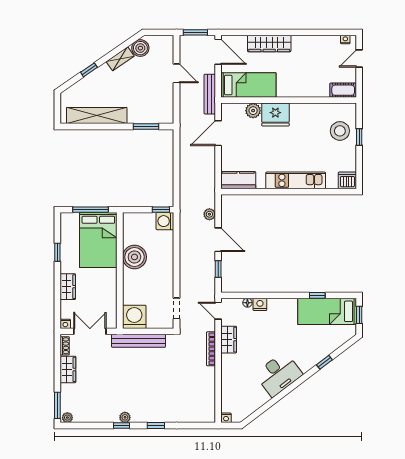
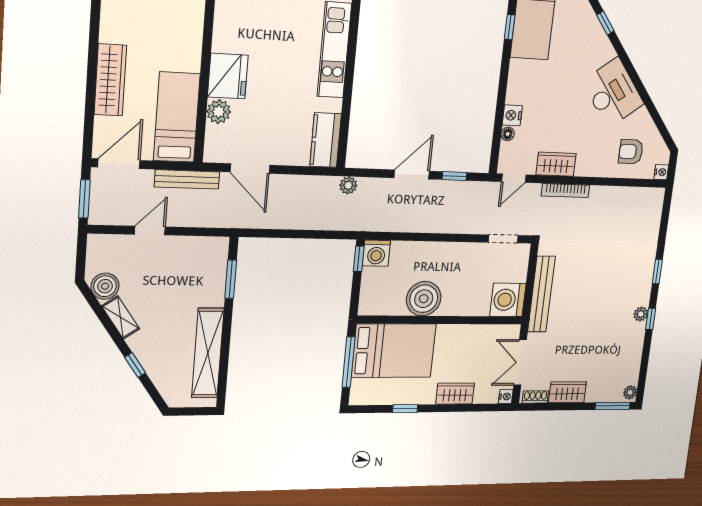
plant: (209, 214) -> (348, 185), moved
armchair: (239, 393) -> (631, 152), added

